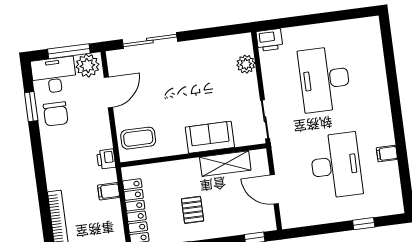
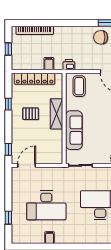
sofa: (210, 137) -> (74, 130), width x1.36
shelving: (225, 164) -> (56, 114), moved
door: (274, 189) -> (27, 165), moved

